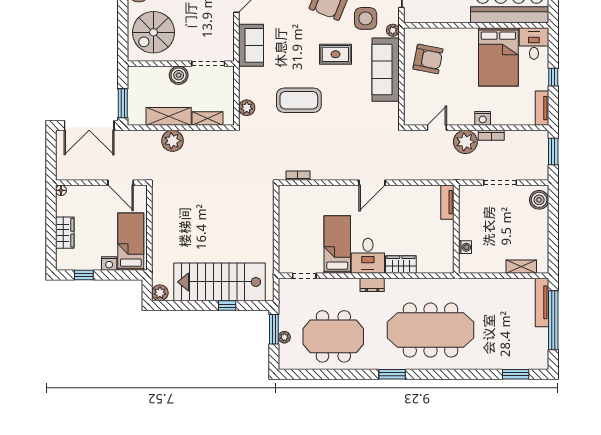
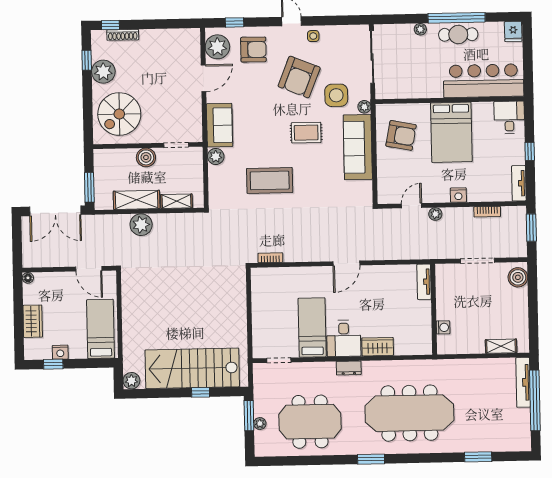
bed: (498, 57) -> (451, 132), moved
doorway: (208, 64) -> (176, 145), width x0.73
plant: (247, 108) -> (216, 156), moved
bookcase: (491, 135) -> (487, 212), moved
plant: (465, 142) -> (435, 214), width x0.53, depth x0.53
nightstand: (109, 264) -> (60, 352), moved
window: (516, 374) -> (478, 457), moved

